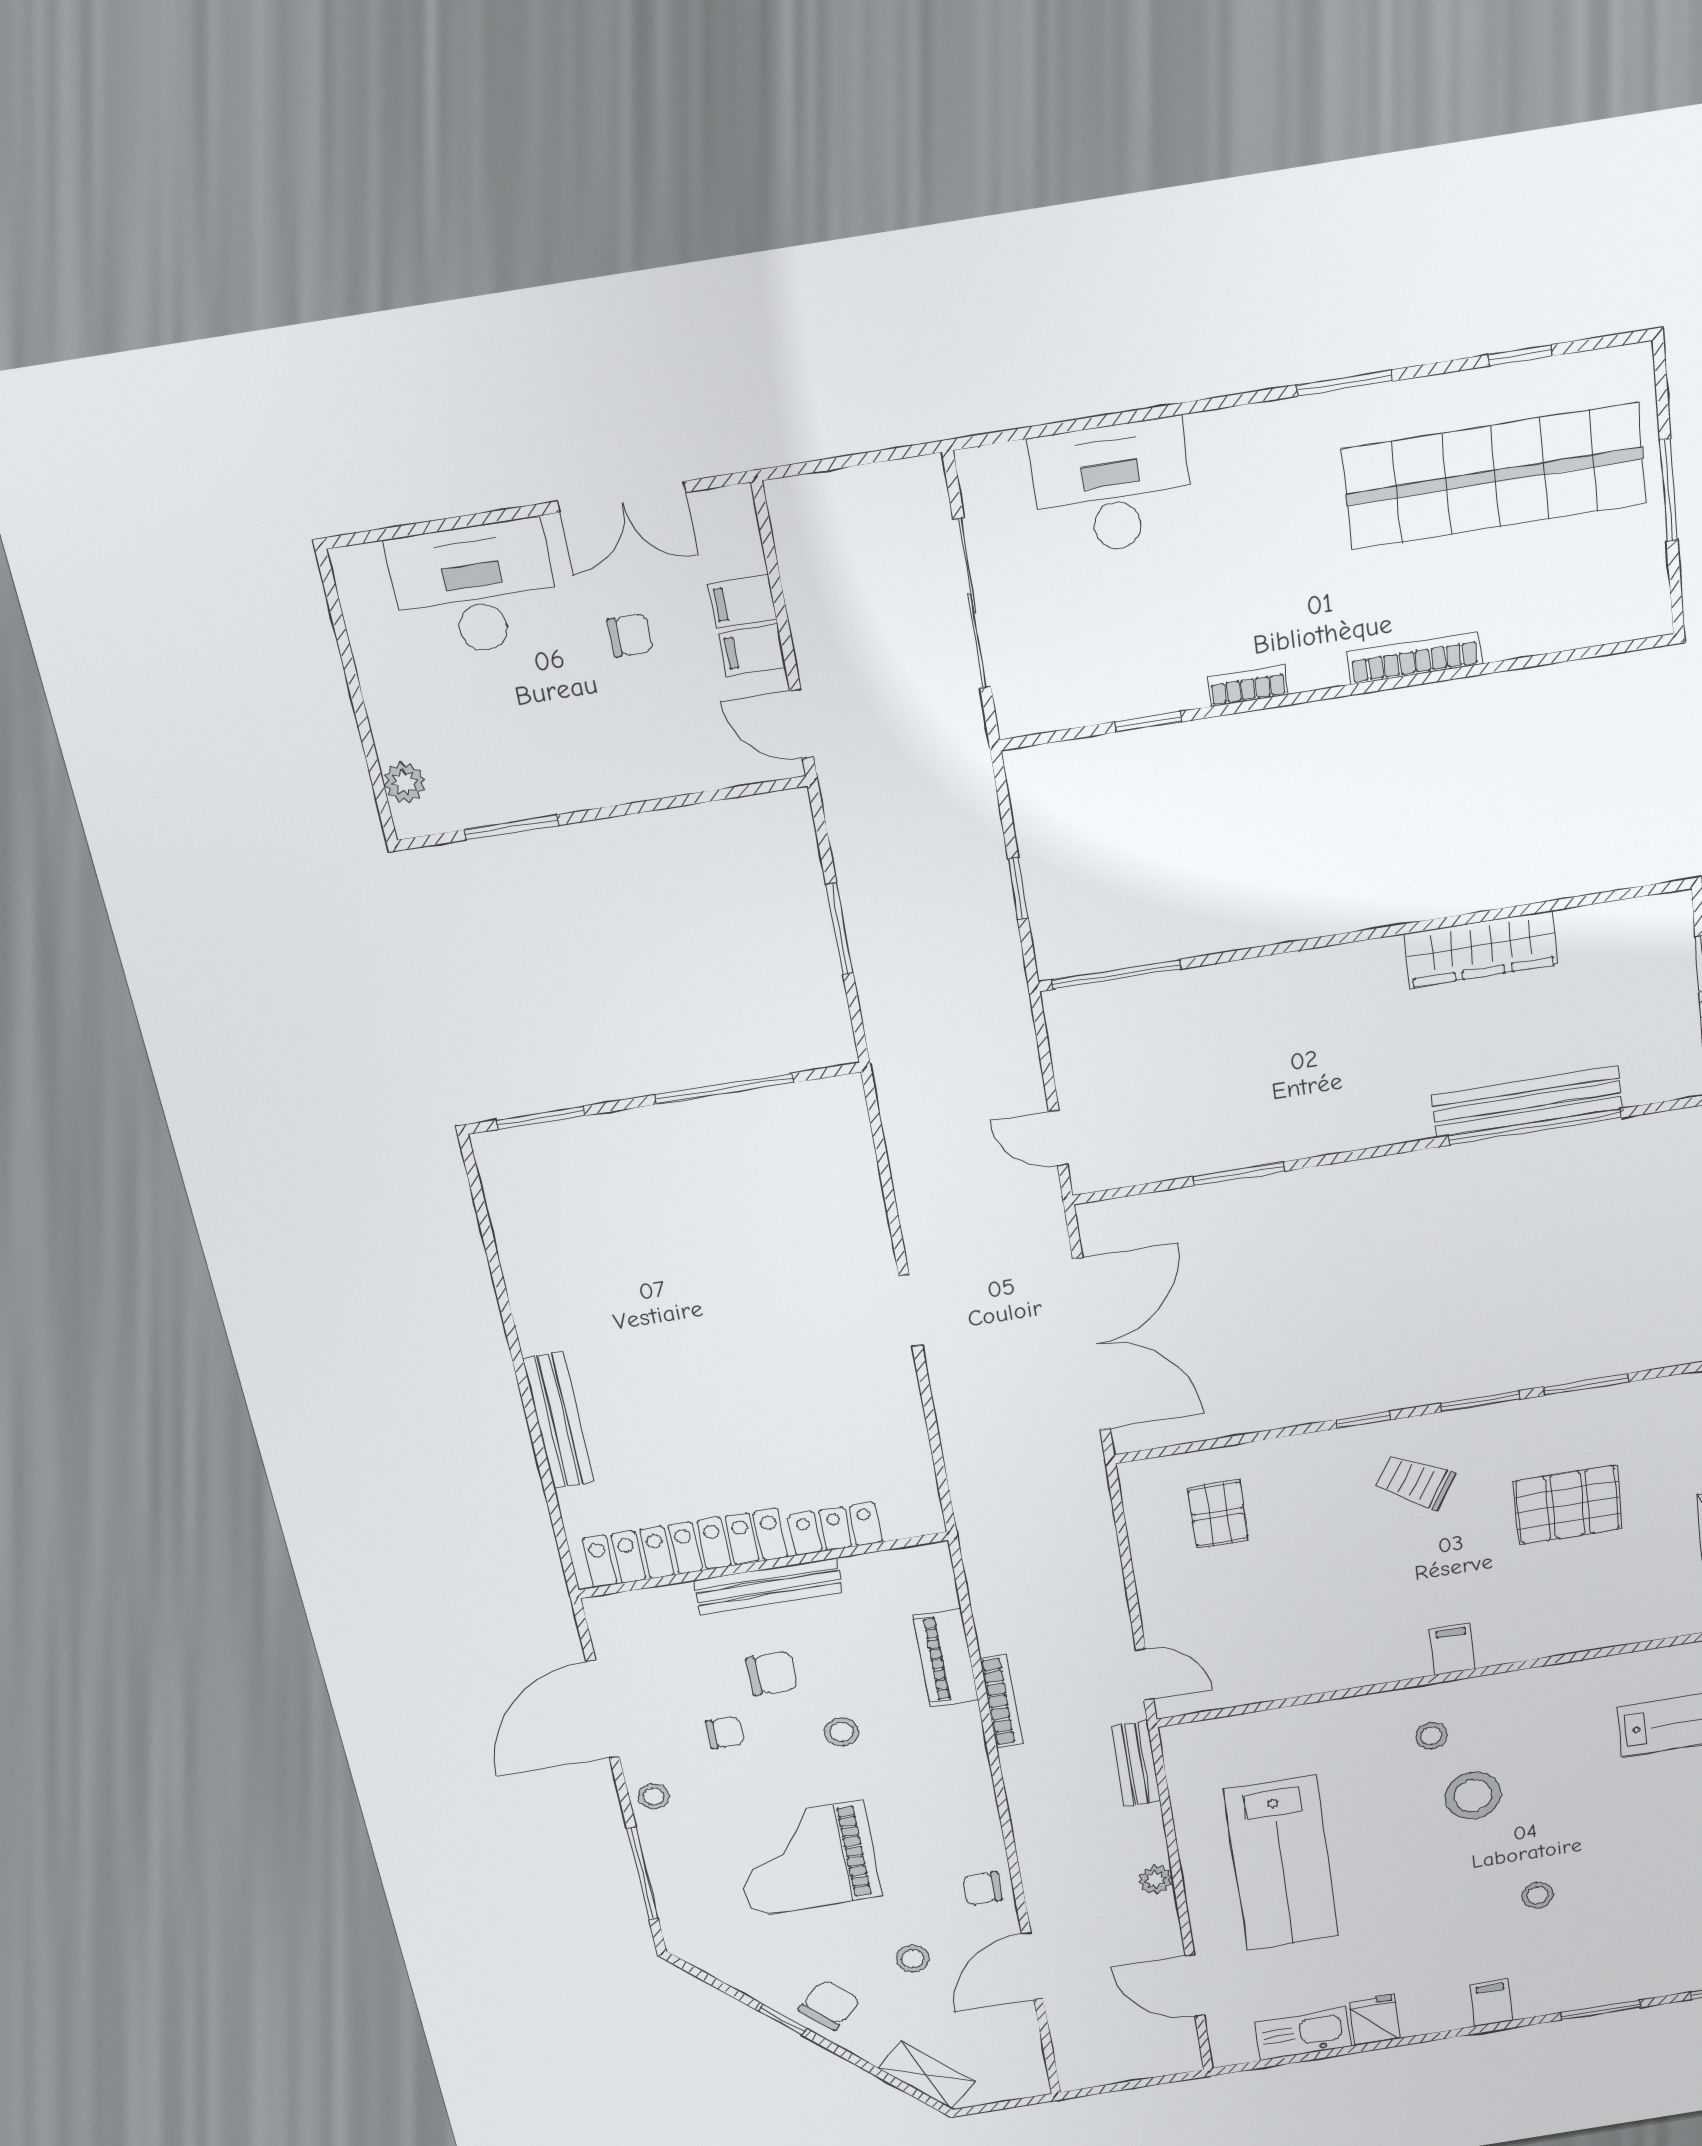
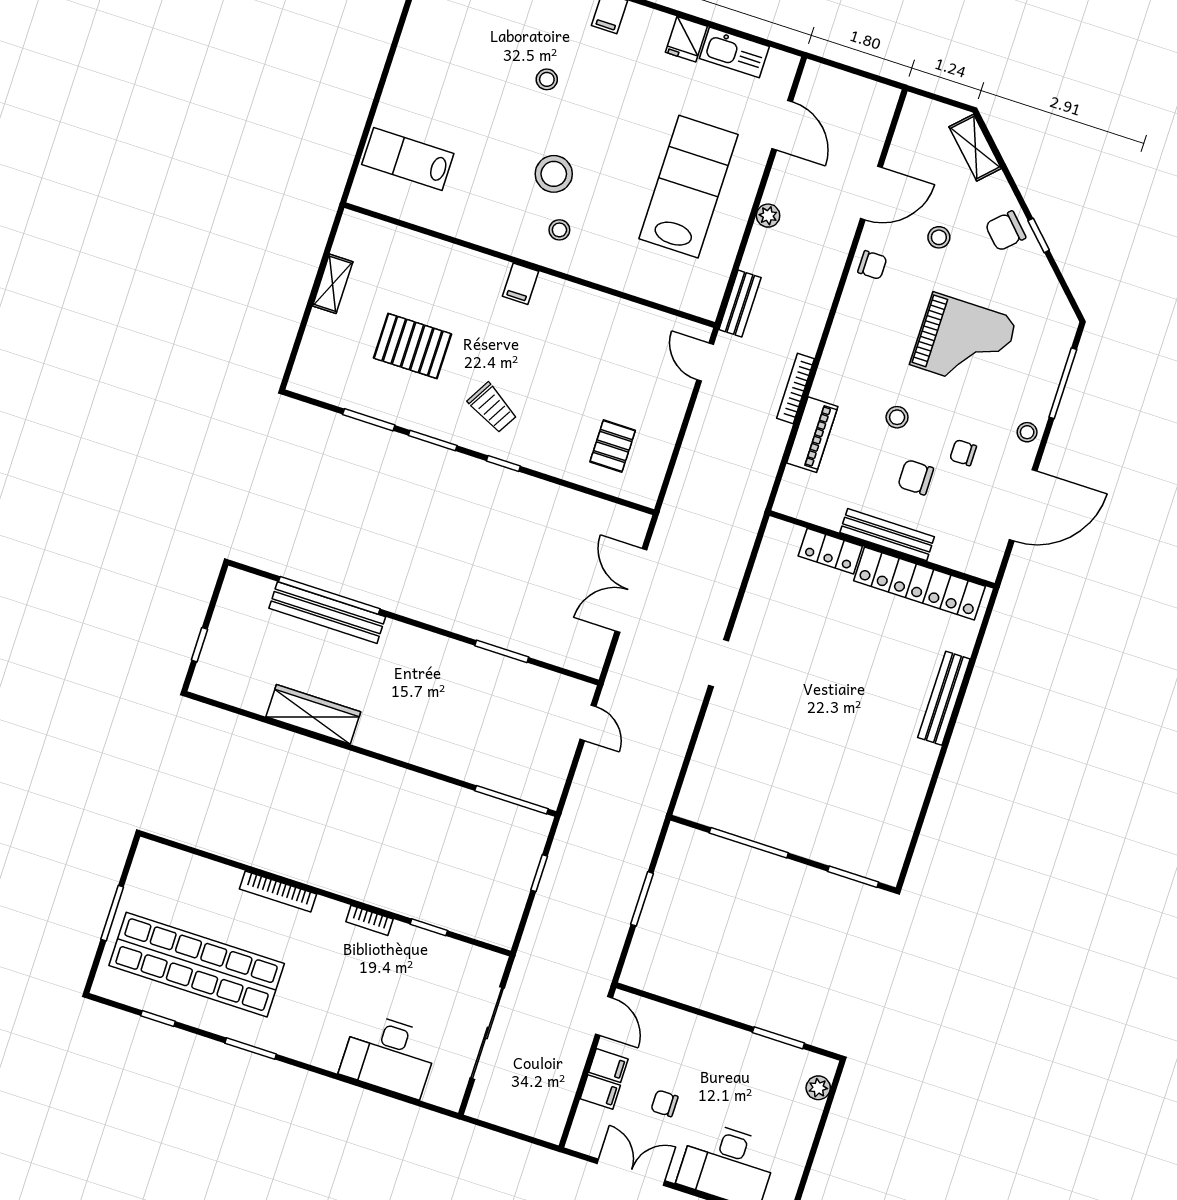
double door: (1091, 1345) -> (631, 591), width x0.73

